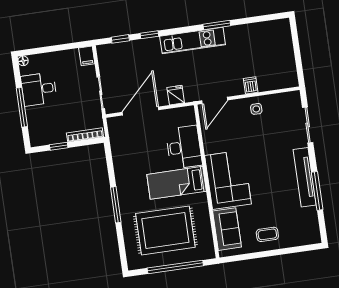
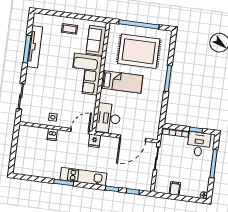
filing cabinet: (87, 56) -> (175, 188), moved
desk: (39, 89) -> (199, 144), moved, turned -90
fridge: (176, 95) -> (94, 141), moved
desk: (184, 147) -> (108, 118), moved
tv unit: (305, 177) -> (35, 47), moved

